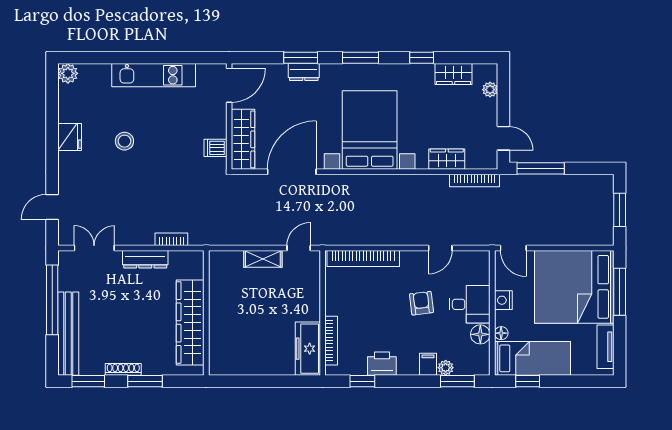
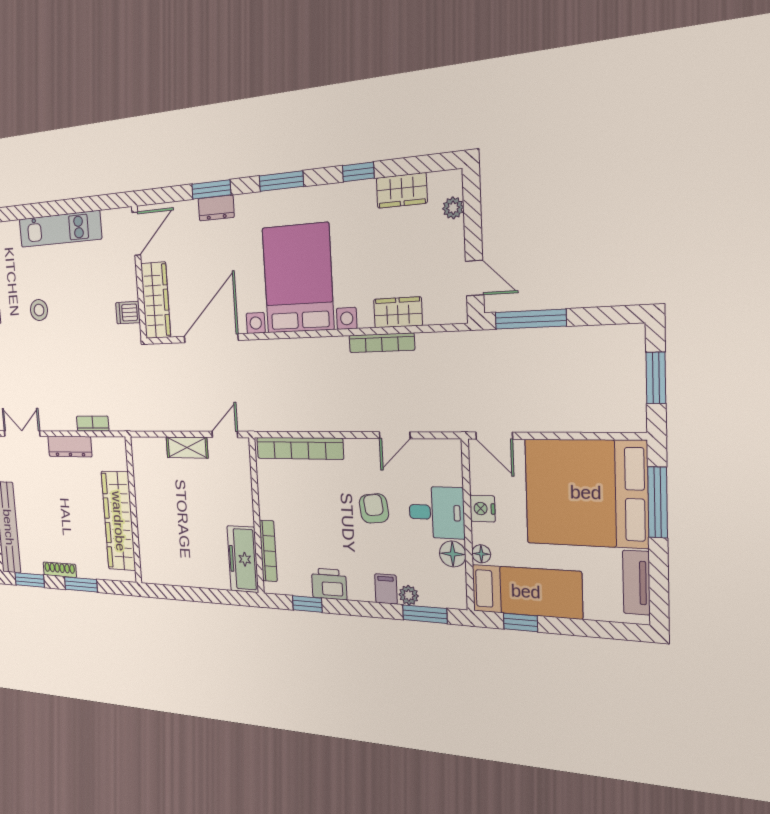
bookcase: (475, 180) -> (382, 343), moved

